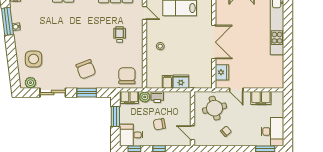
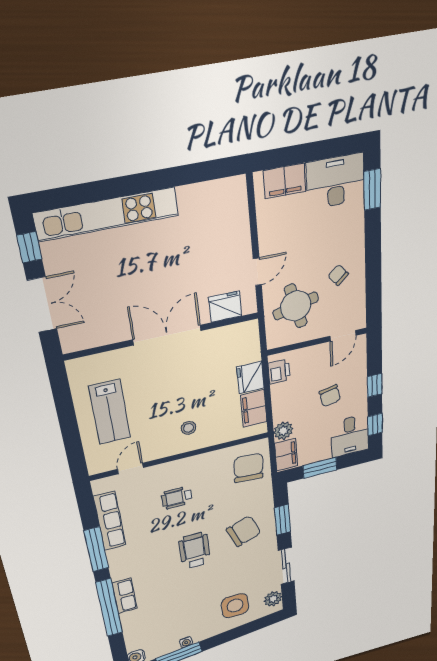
wheelchair: (81, 40) -> (195, 551), added
chair: (127, 76) -> (249, 468), turned 94
filing cabinet: (167, 82) -> (254, 409), width x2.00
printer: (157, 97) -> (279, 371), moved
filing cabinet: (261, 98) -> (285, 181), moved, turned 90

